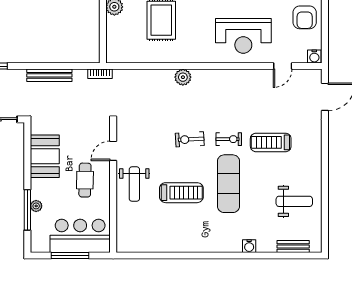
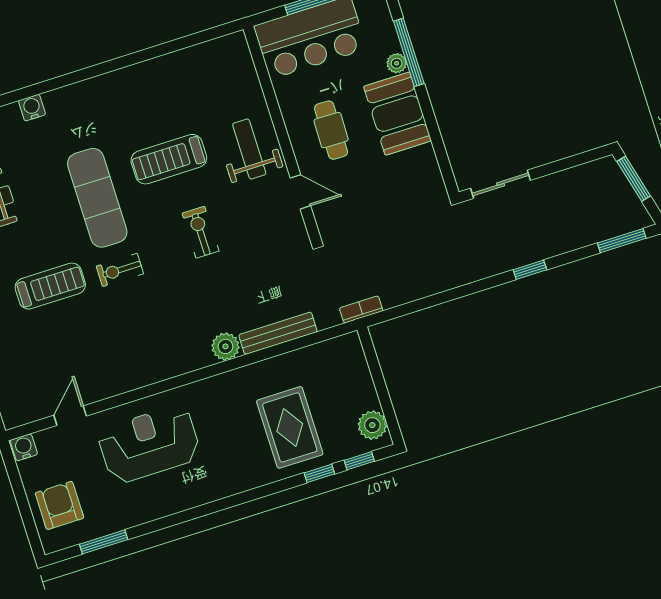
bench: (49, 75) -> (278, 333), moved
exercise bike: (190, 139) -> (200, 232), moved, turned -87
door: (113, 151) -> (300, 192), hinge flipped
booth: (45, 156) -> (397, 114), moved

